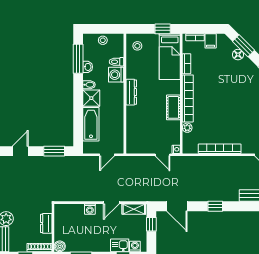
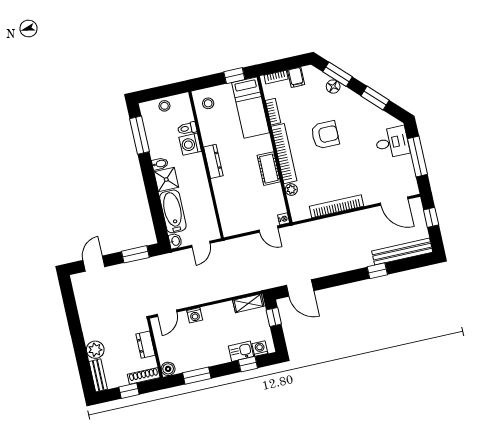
washbasin: (88, 67) -> (175, 241), moved
armchair: (223, 91) -> (325, 135), added
door: (111, 203) -> (167, 313), moved
window: (215, 206) -> (377, 271), moved

